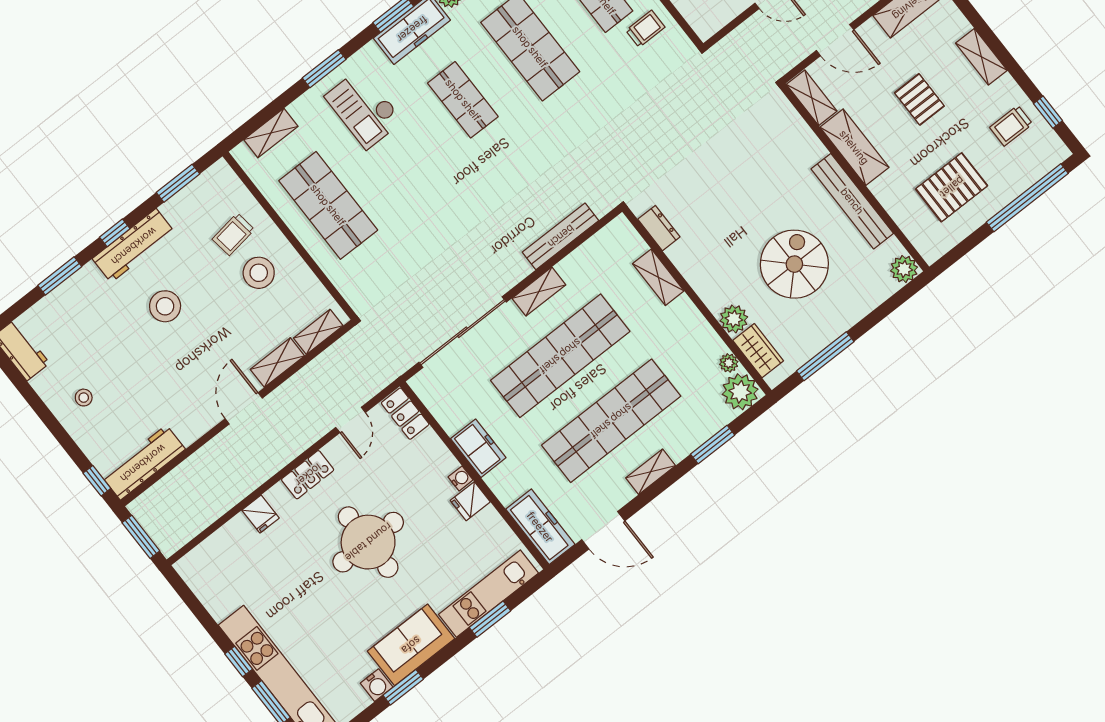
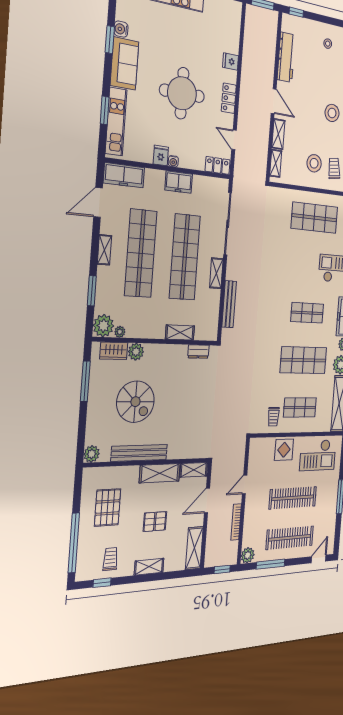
workbench: (143, 463) -> (286, 57), moved

